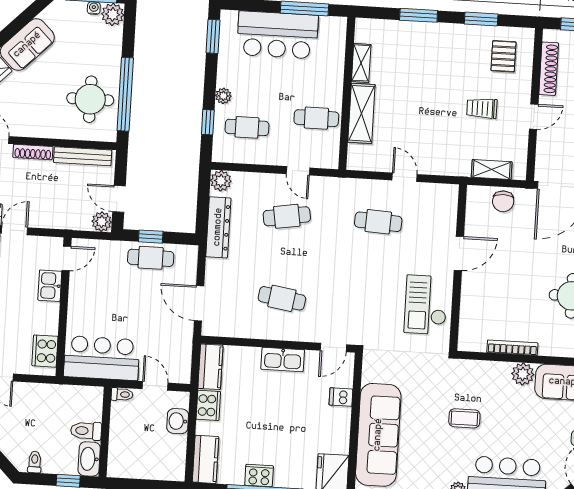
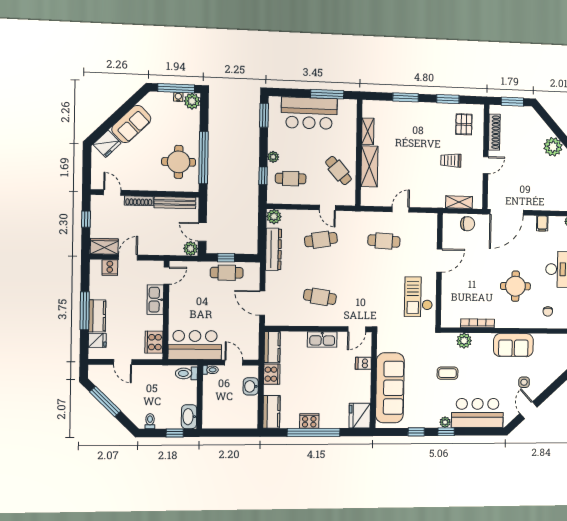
cafe table: (316, 118) -> (339, 171), turned 49
door: (405, 177) -> (401, 210), hinge flipped
chair: (503, 201) -> (468, 224), turned -90
kitchen sink: (50, 286) -> (155, 300), width x1.38
plant: (523, 374) -> (464, 341), moved
toilet: (86, 431) -> (186, 373), moved

